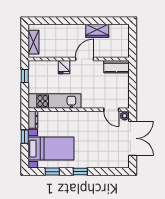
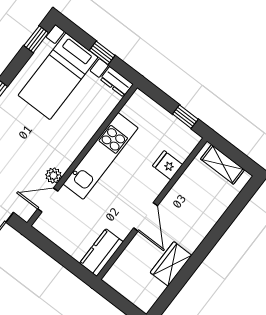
fridge: (64, 67) -> (168, 165), moved
kitchen unit: (55, 101) -> (101, 156), moved
plant: (125, 116) -> (54, 176), moved
window: (52, 172) -> (36, 39), moved

